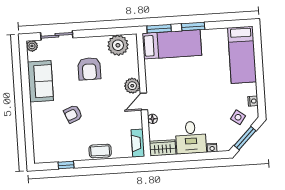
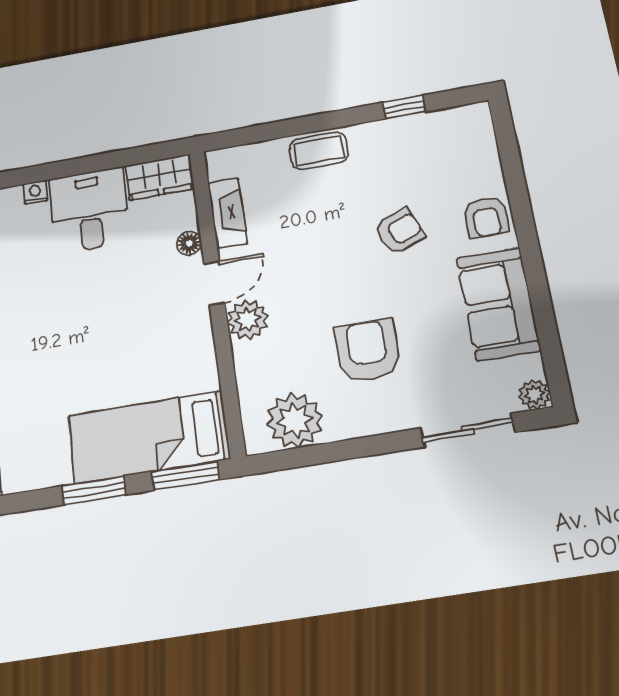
armchair: (41, 116) -> (486, 217), added
fireplace: (138, 143) -> (228, 213), moved

